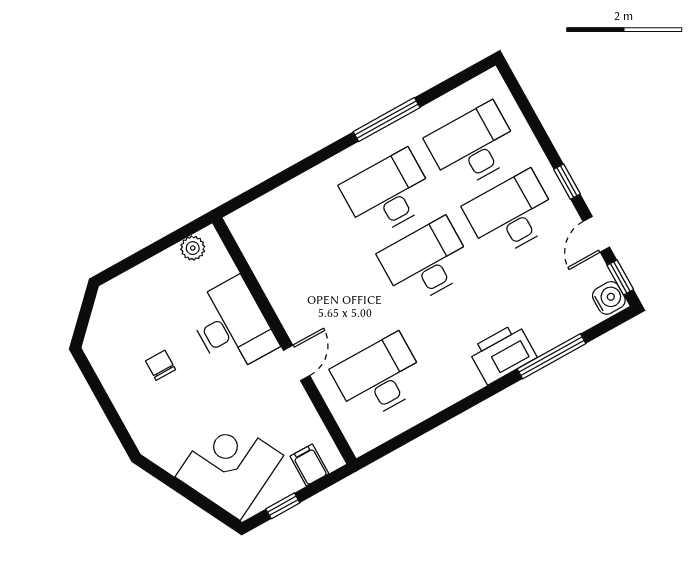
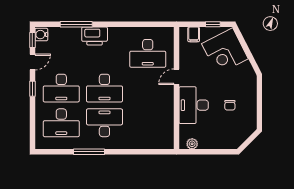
desk: (388, 194) -> (104, 123), turned 180

